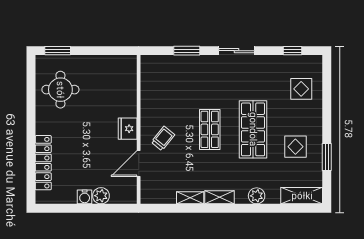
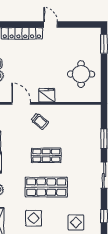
round table: (60, 90) -> (81, 74), moved
door: (31, 123) -> (51, 24), added

